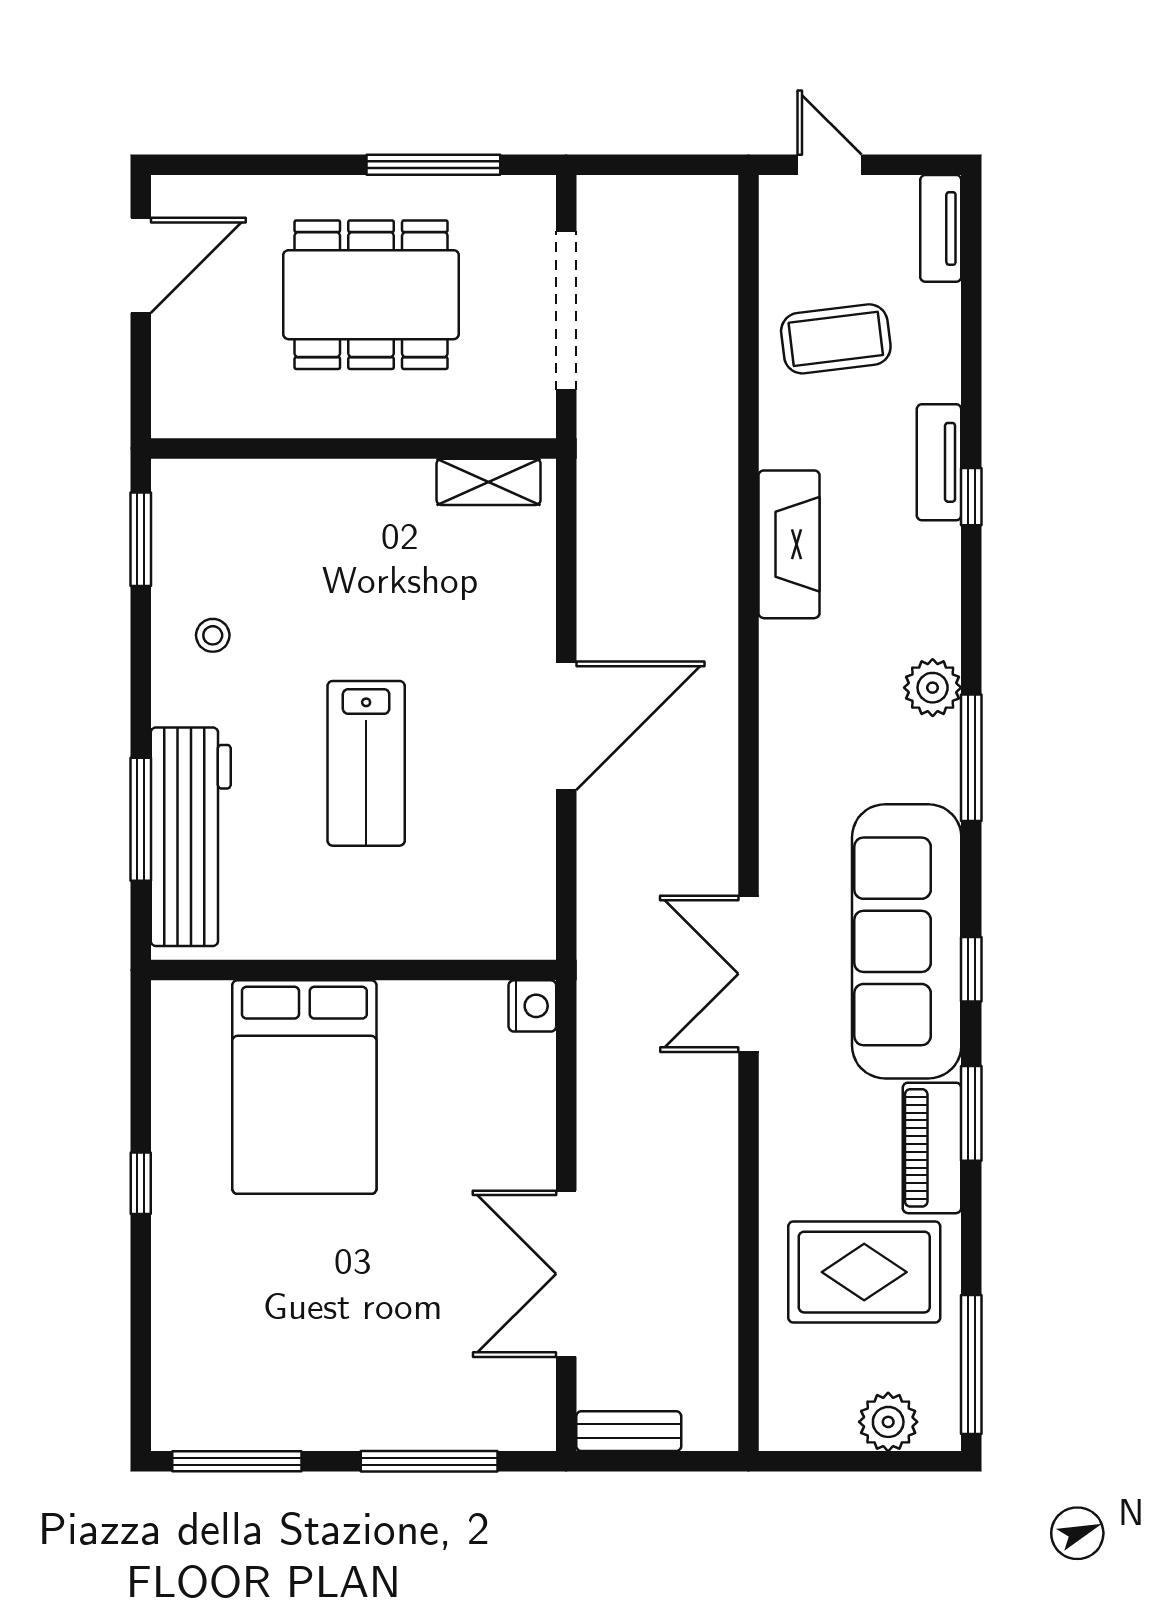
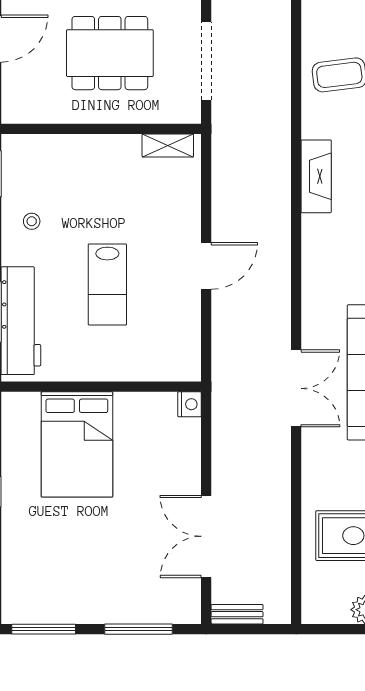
door: (566, 726) -> (206, 266), width x0.73
double door: (748, 974) -> (296, 388), swing flipped

